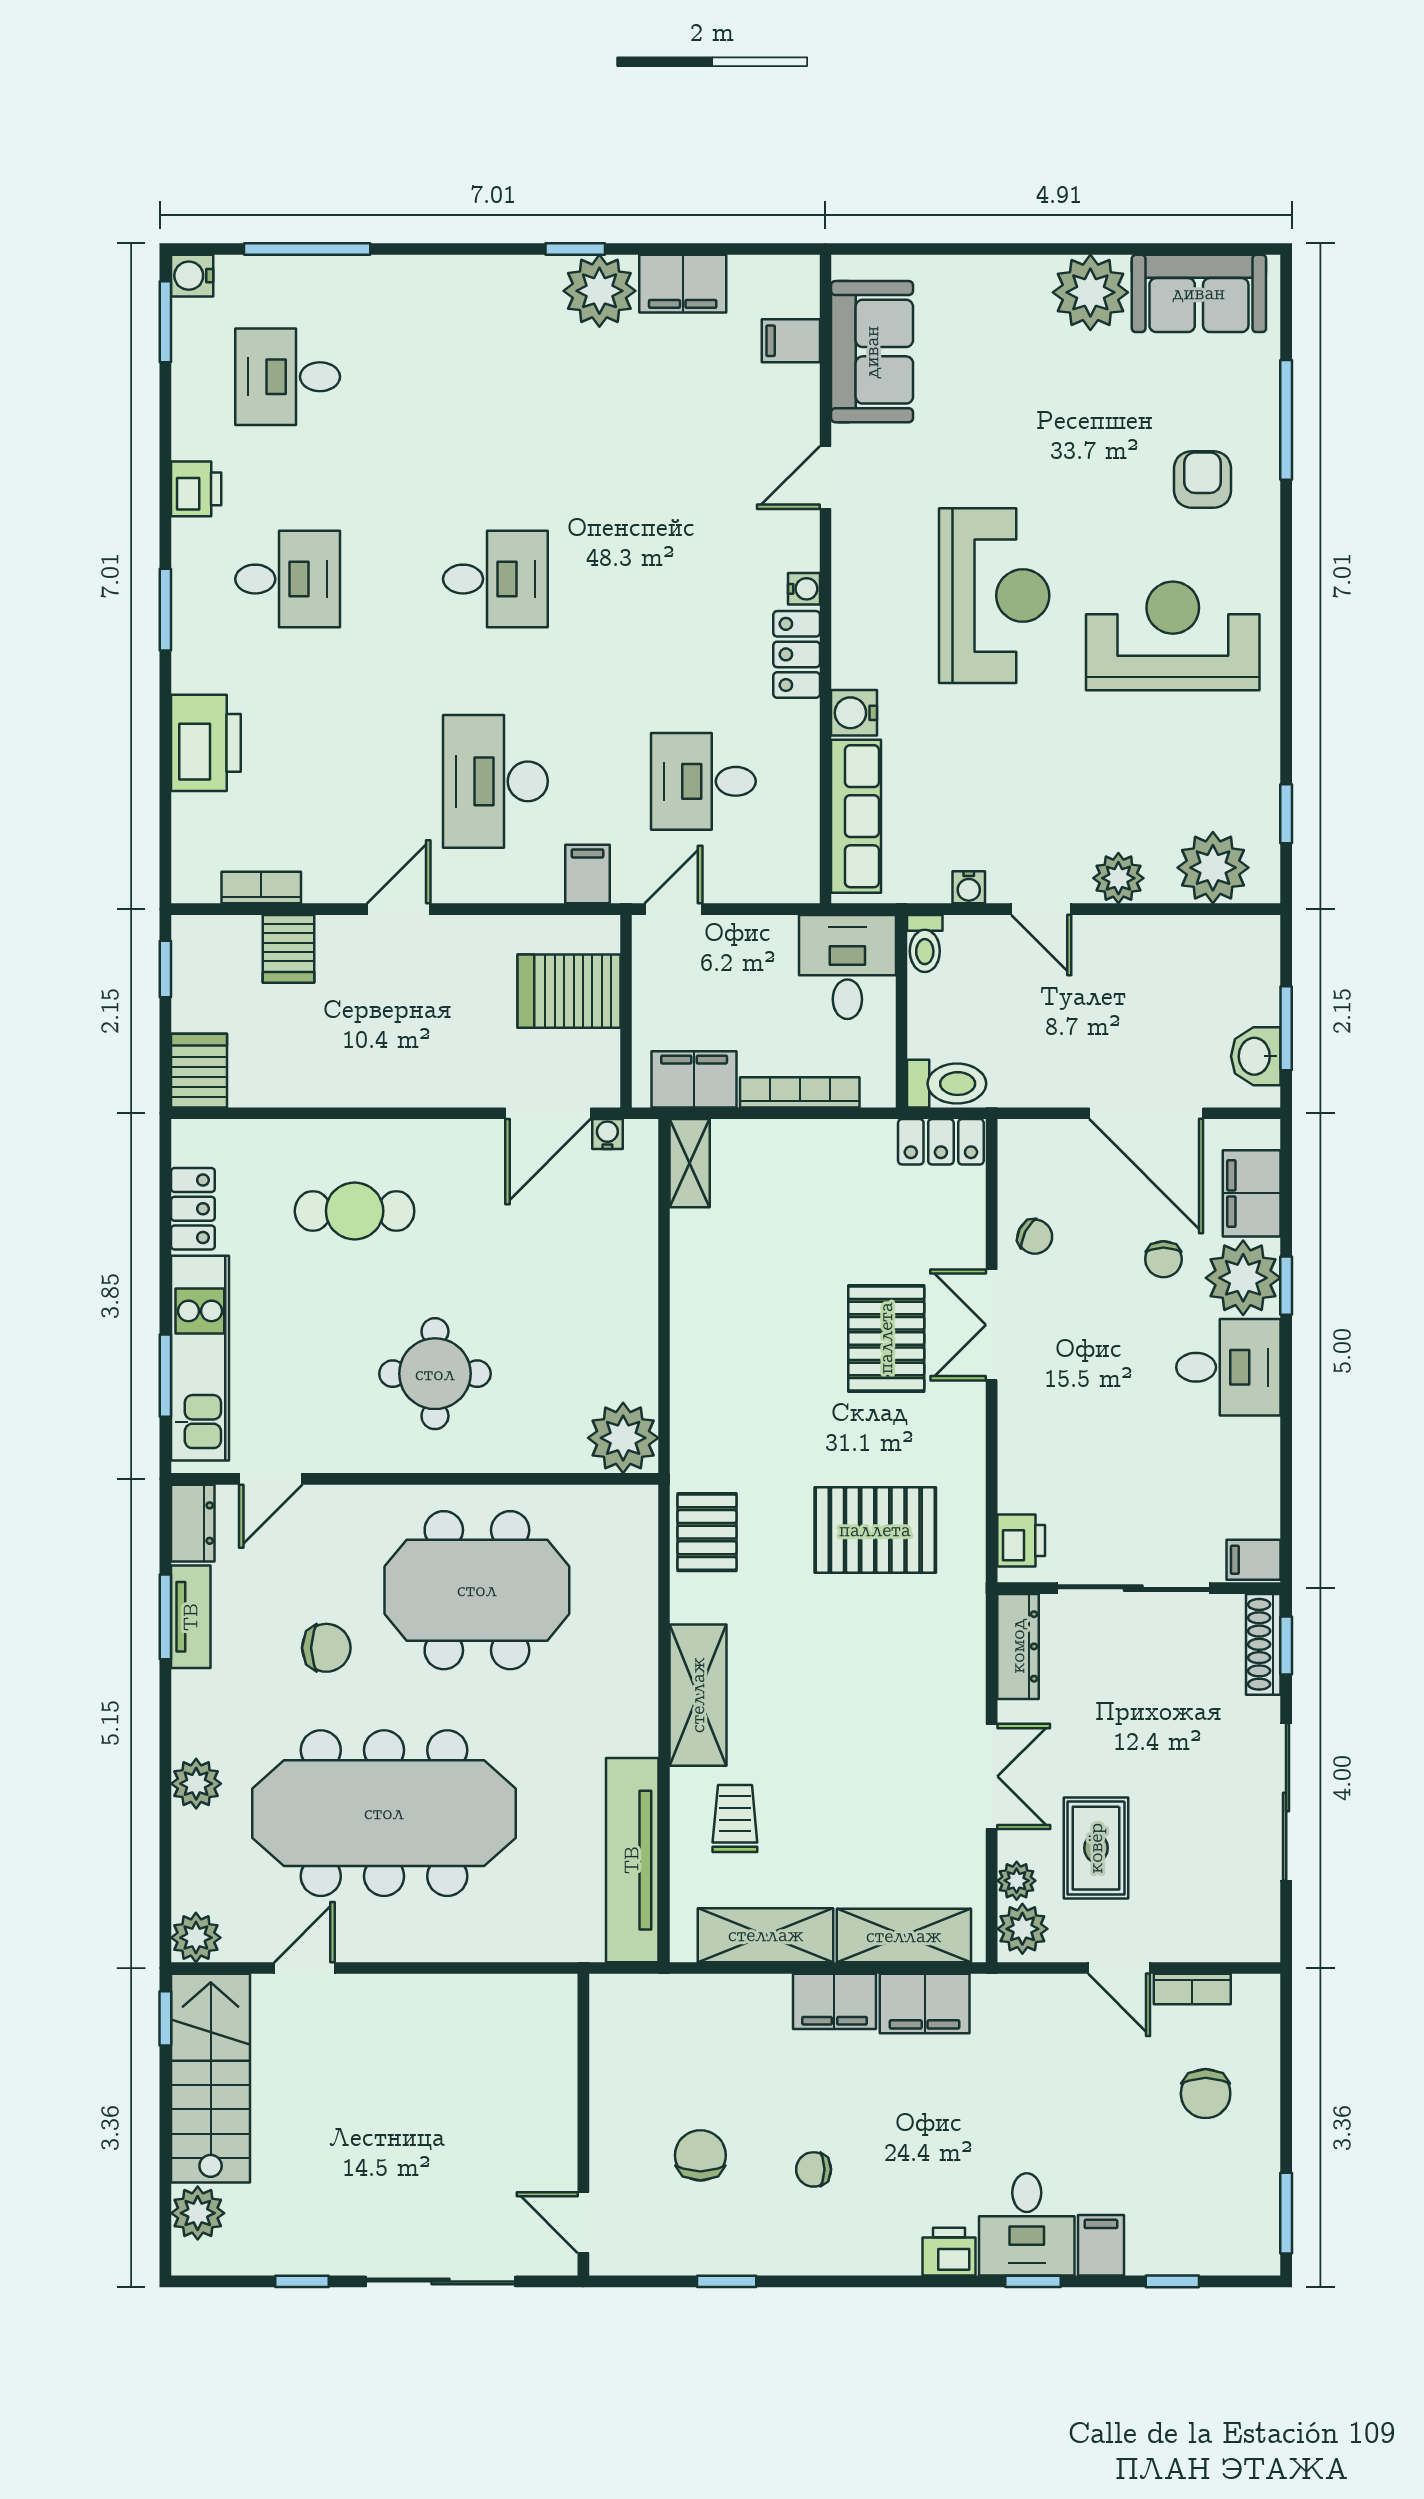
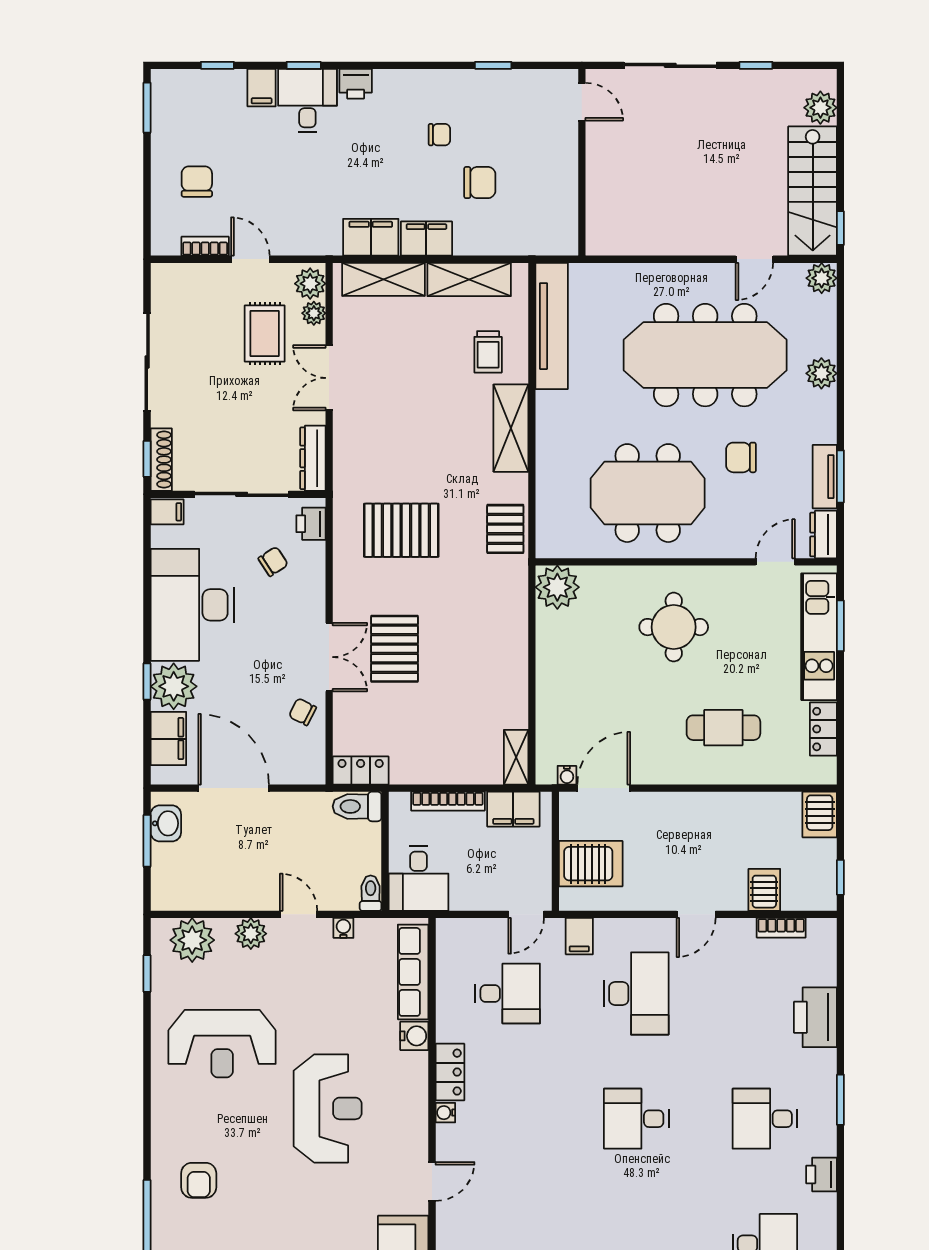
reception desk: (994, 596) -> (328, 1108), turned 180
reception desk: (1173, 636) -> (222, 1044), moved
chair: (1163, 1259) -> (273, 561), moved, turned 57
desk: (1228, 1367) -> (192, 605), width x1.87, depth x1.30
chair: (700, 2155) -> (480, 183), moved, turned -90

